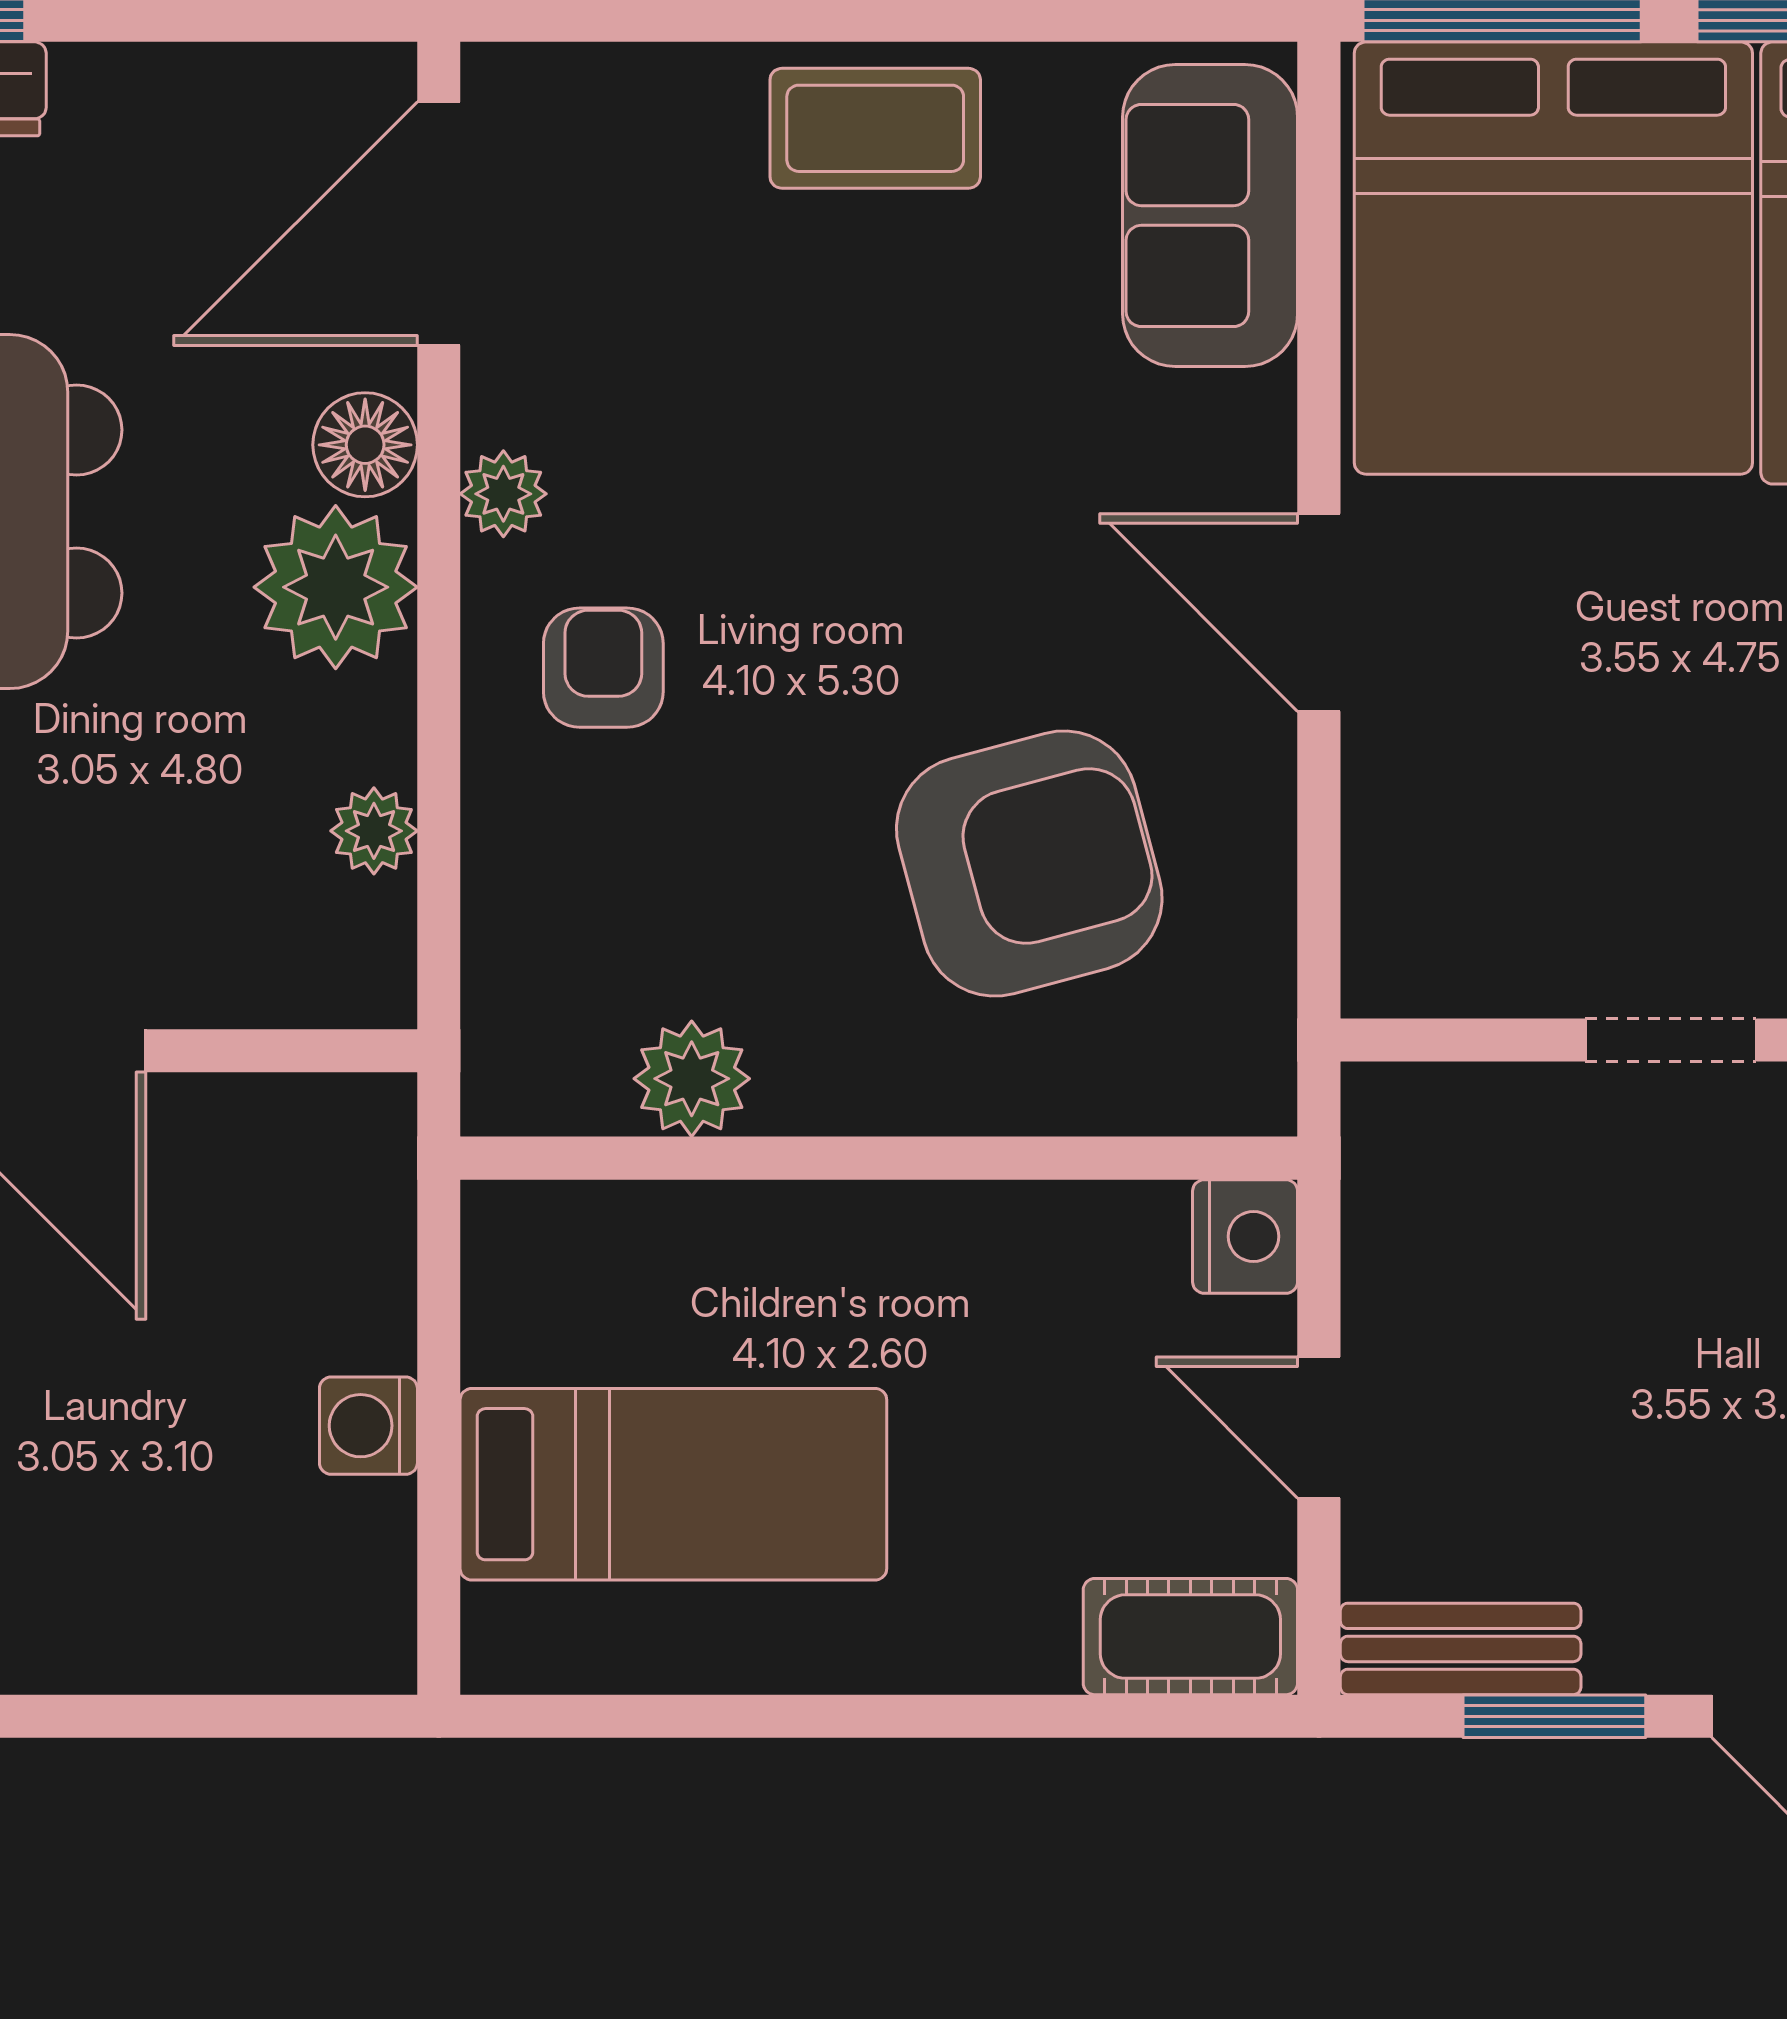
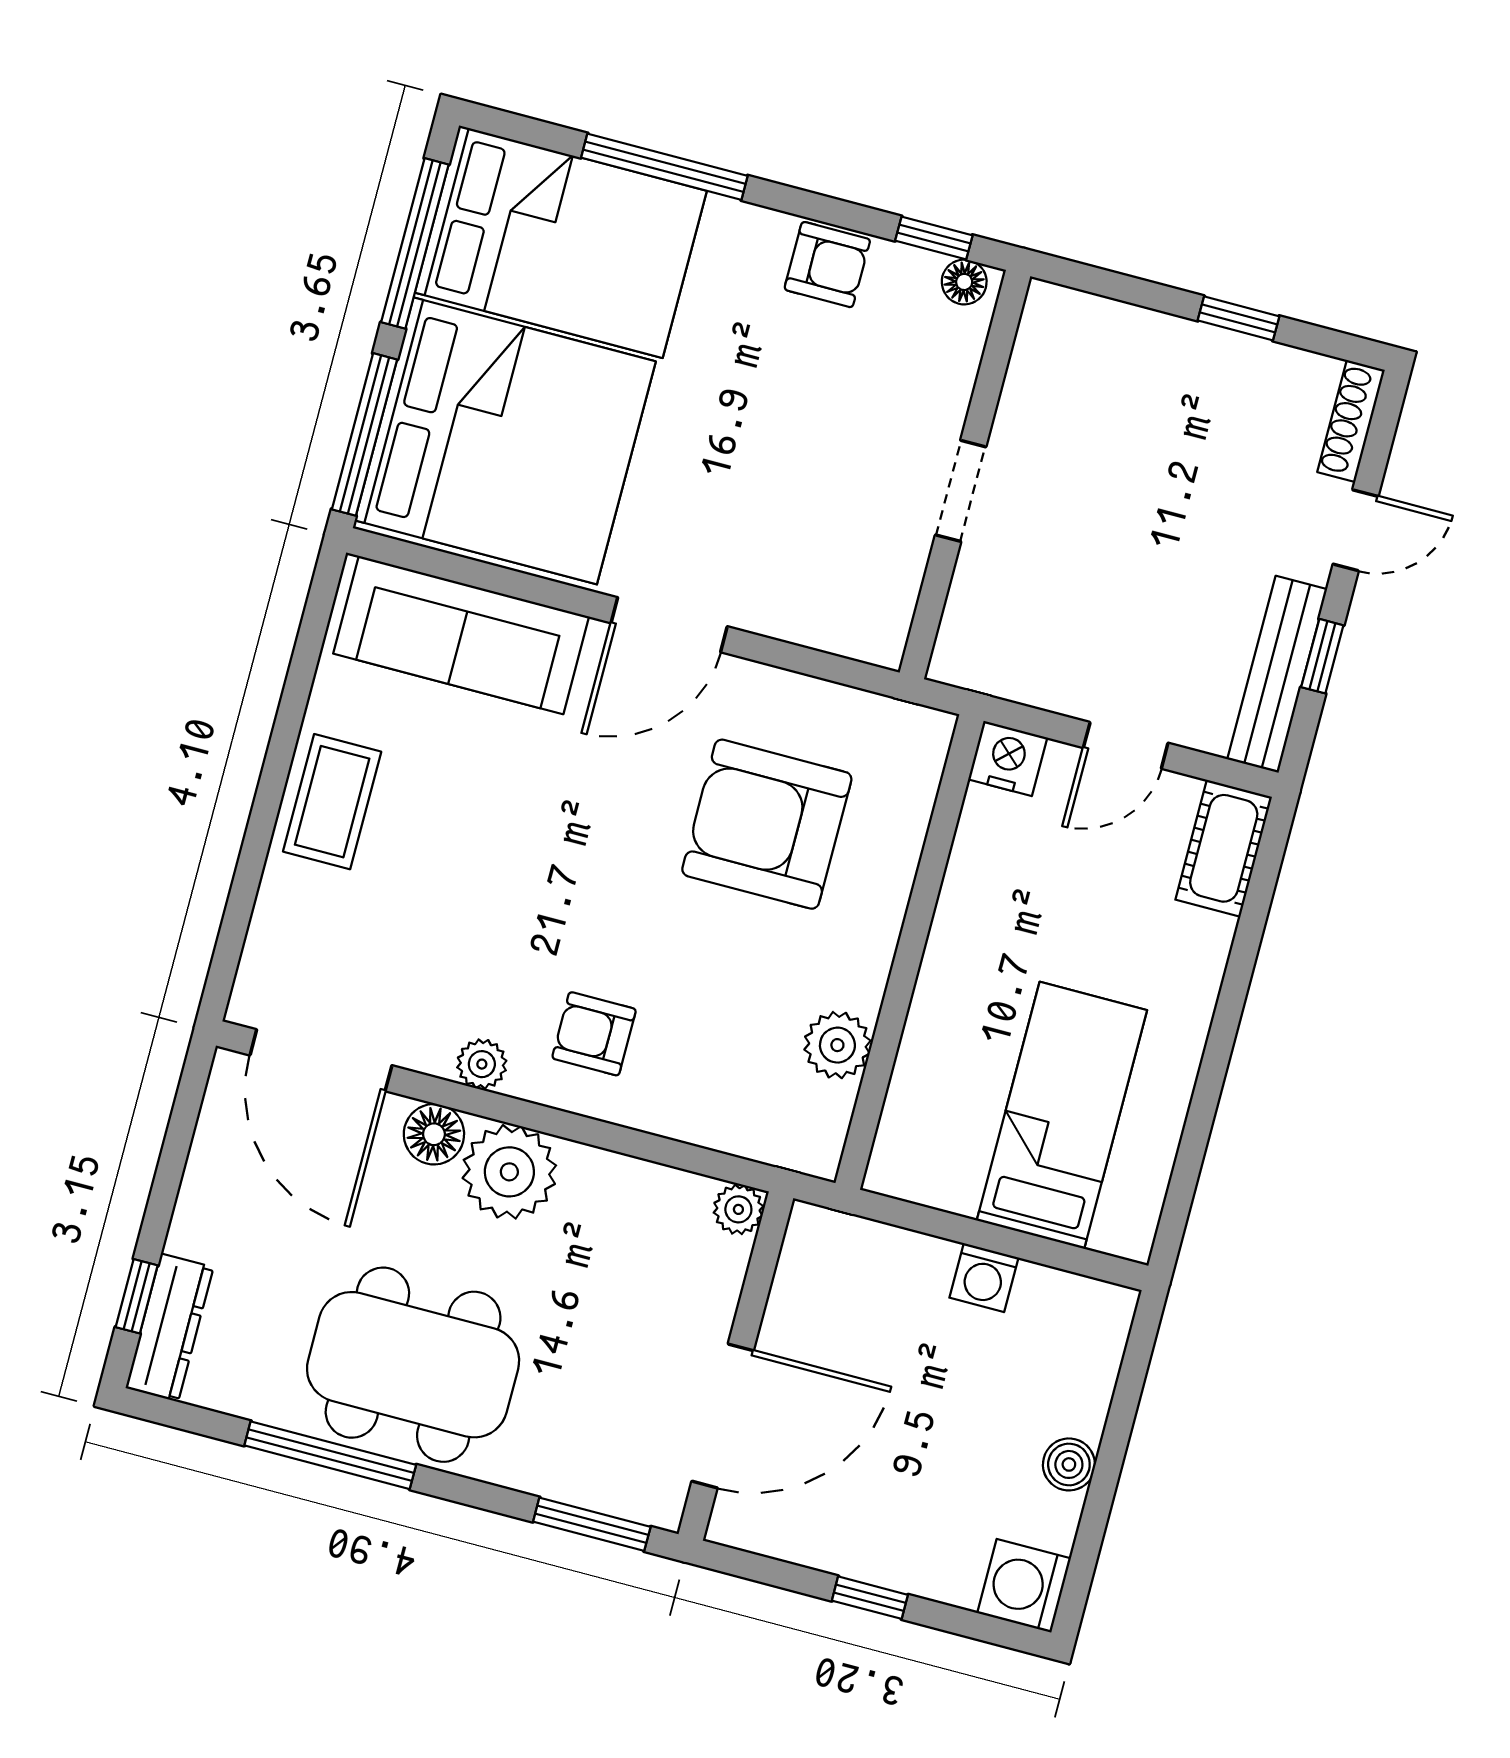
sofa: (1210, 216) -> (461, 635), width x1.36
plant: (374, 831) -> (738, 1209), moved
armchair: (1029, 864) -> (767, 824), turned -75
bench: (1461, 1649) -> (1277, 674), width x1.36
boiler: (94, 1650) -> (1069, 1464), added
window: (1554, 1716) -> (1322, 656), width x0.67

